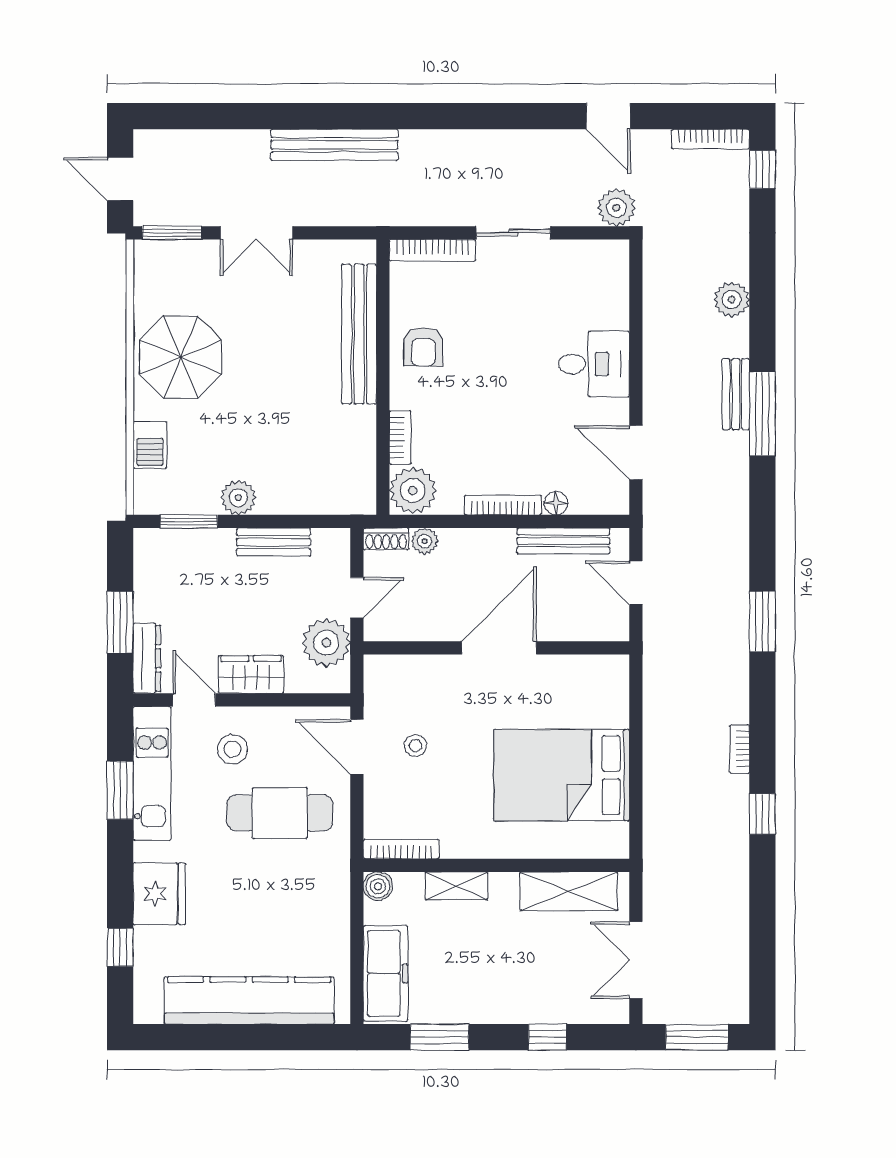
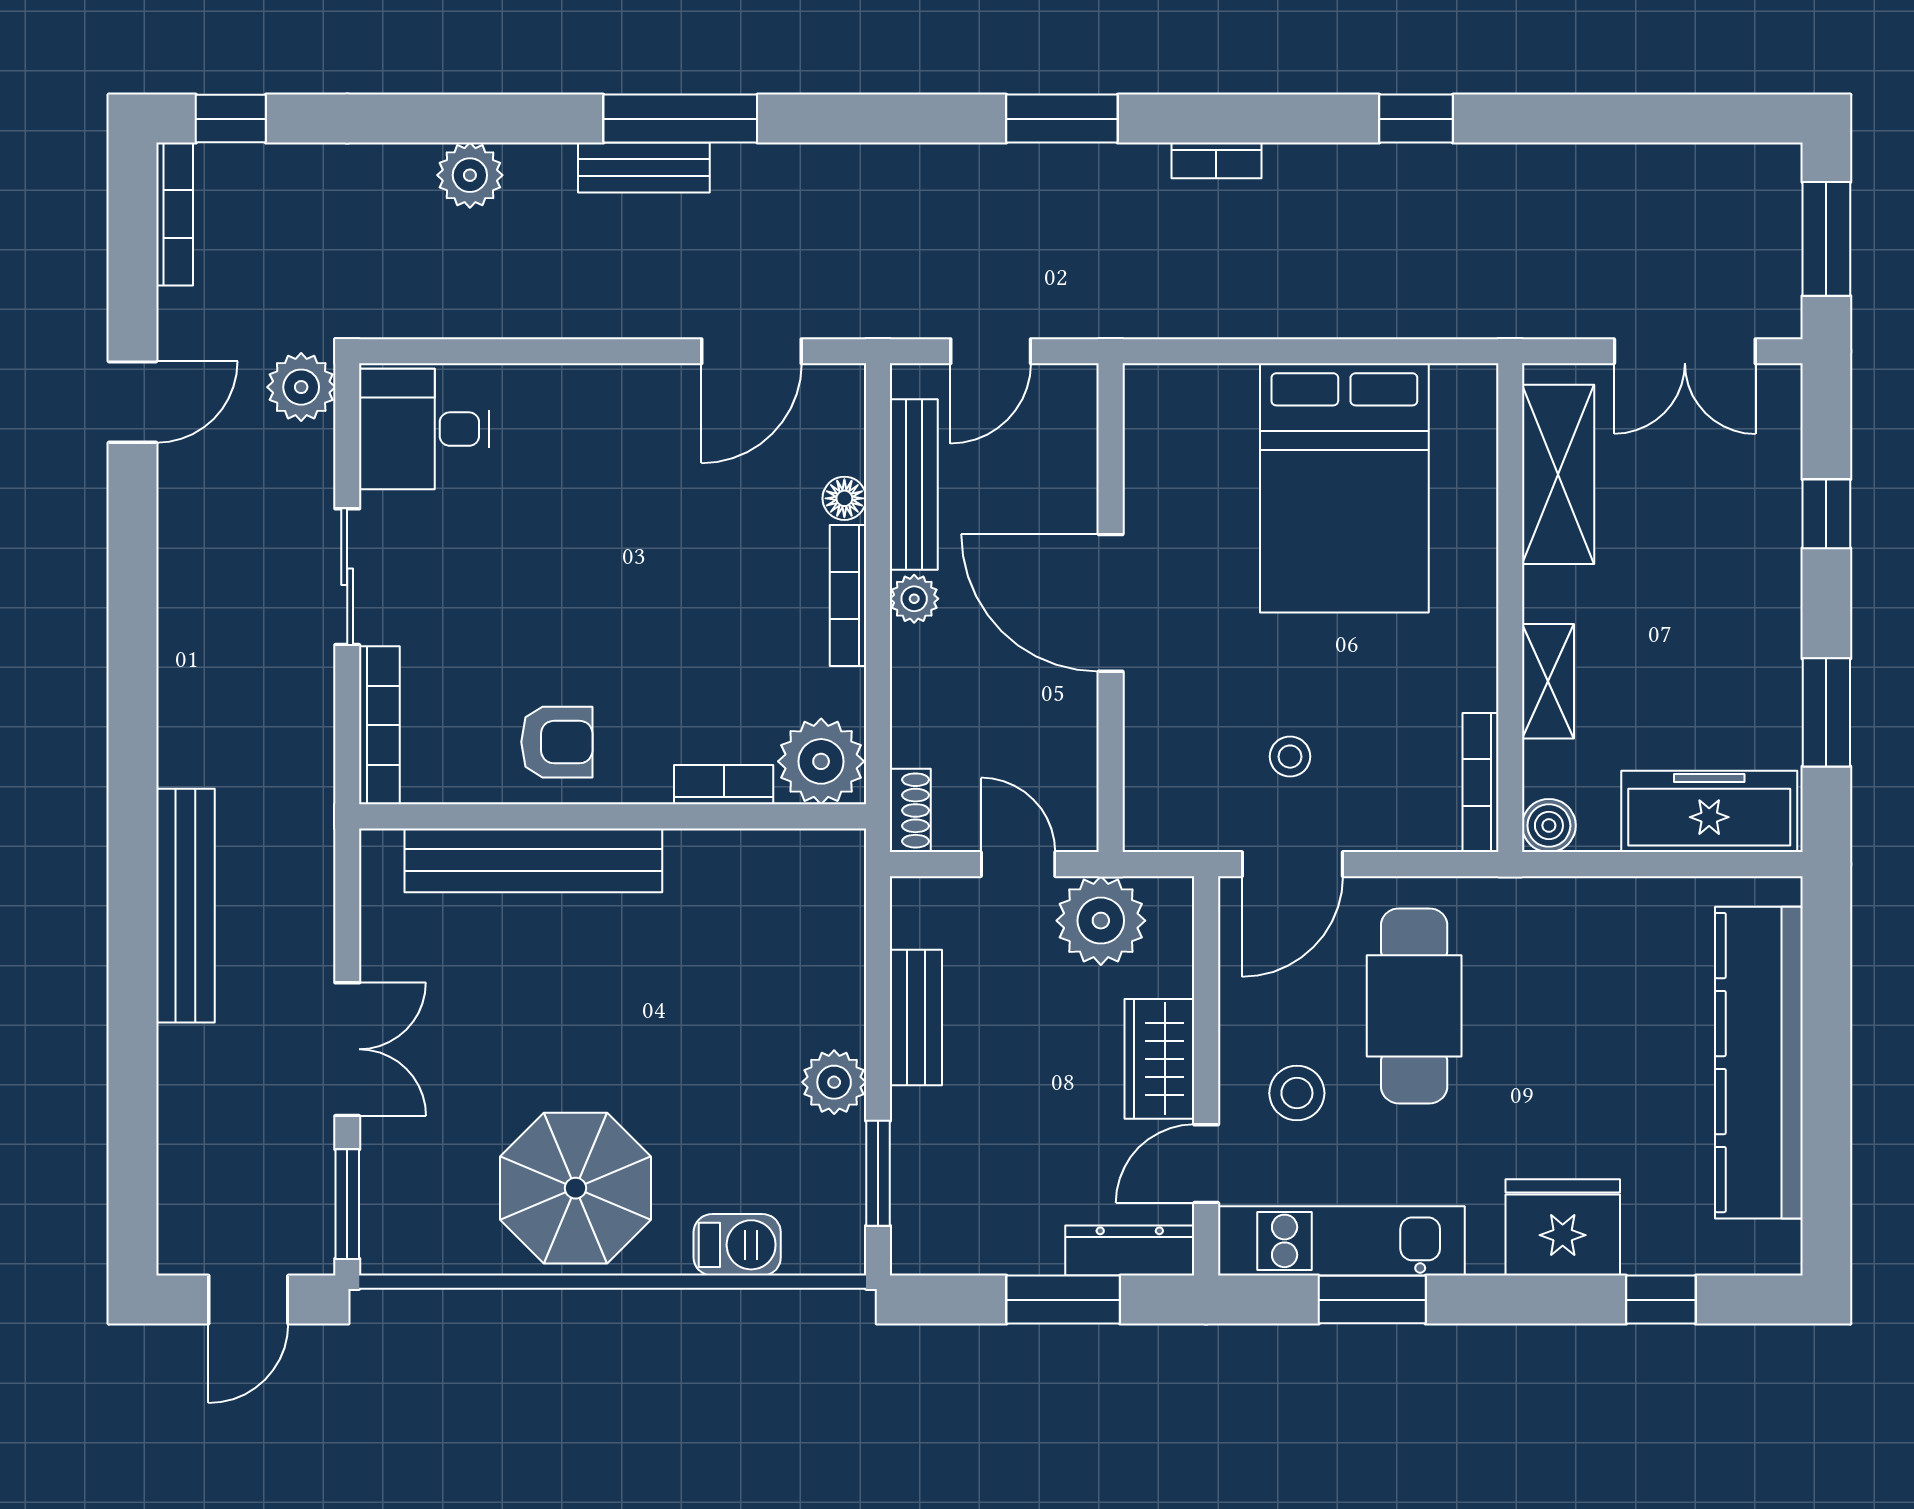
desk: (594, 364) -> (424, 429), moved, turned -90
plant: (425, 541) -> (914, 599), moved
bookcase: (740, 749) -> (1216, 160), moved

